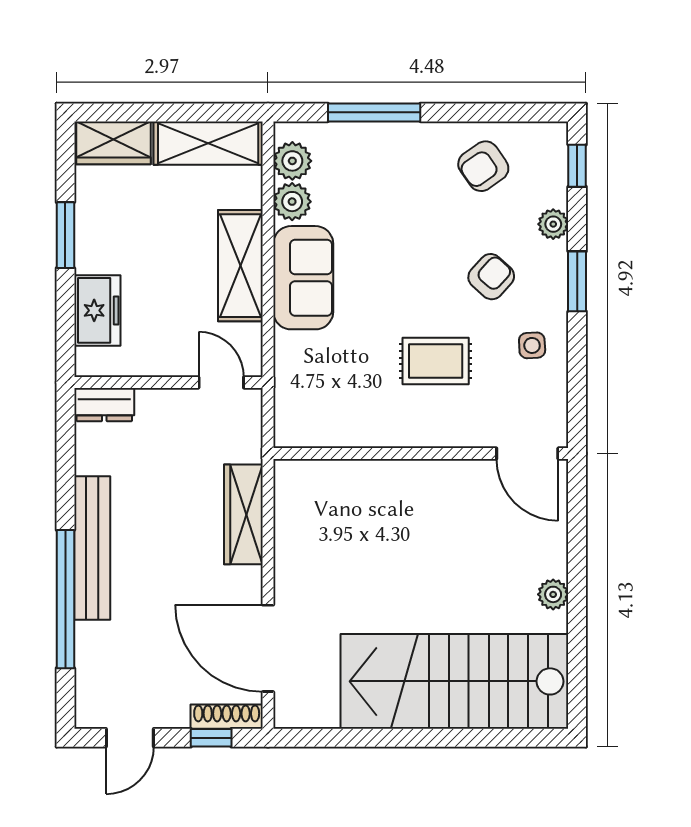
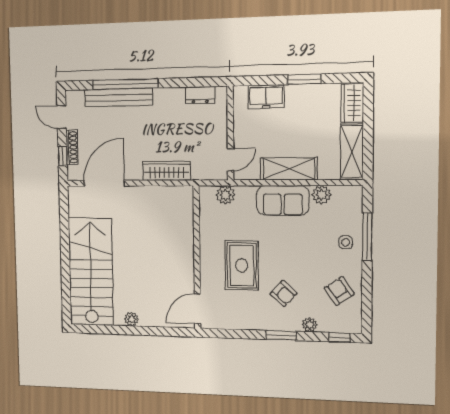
plant: (292, 161) -> (225, 195), moved
side table: (532, 345) -> (346, 242), moved
rug: (436, 361) -> (242, 265), width x1.36, depth x1.43
dresser: (104, 405) -> (200, 95), moved, turned -90
bench: (92, 548) -> (119, 98), moved
shoe rack: (227, 717) -> (72, 147), moved

